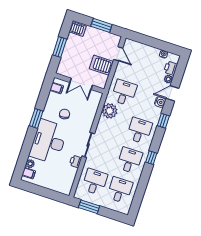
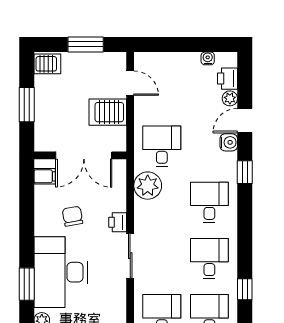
double door: (81, 84) -> (84, 155), width x1.37
window: (36, 118) -> (27, 284), moved
window: (151, 158) -> (245, 289), moved
printer: (75, 161) -> (118, 222), moved

